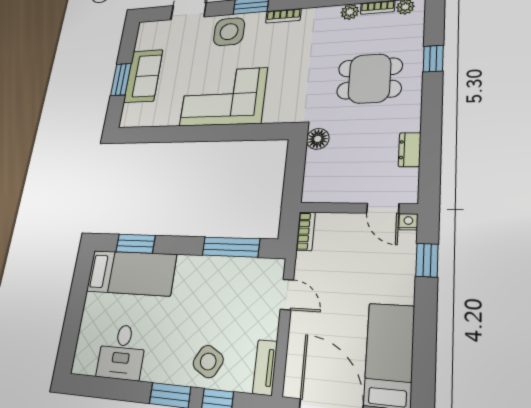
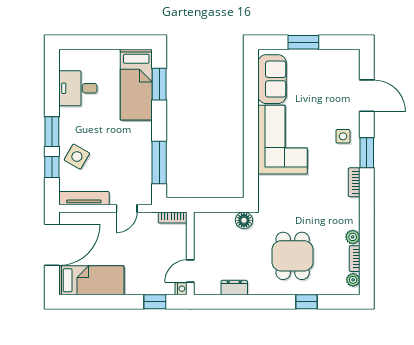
side table: (229, 32) -> (343, 136), width x0.54, depth x0.54
sofa: (143, 76) -> (272, 79), moved, turned -90
tv unit: (265, 367) -> (84, 198), width x1.41

